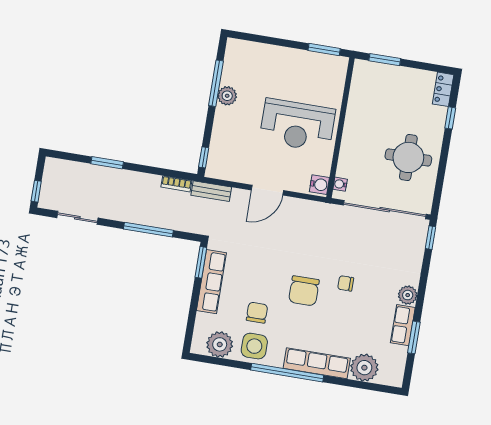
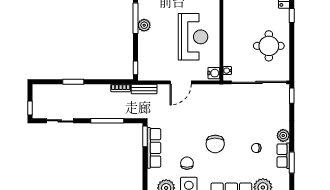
reception desk: (297, 125) -> (193, 37), turned -90
chair: (346, 283) -> (256, 148), moved

